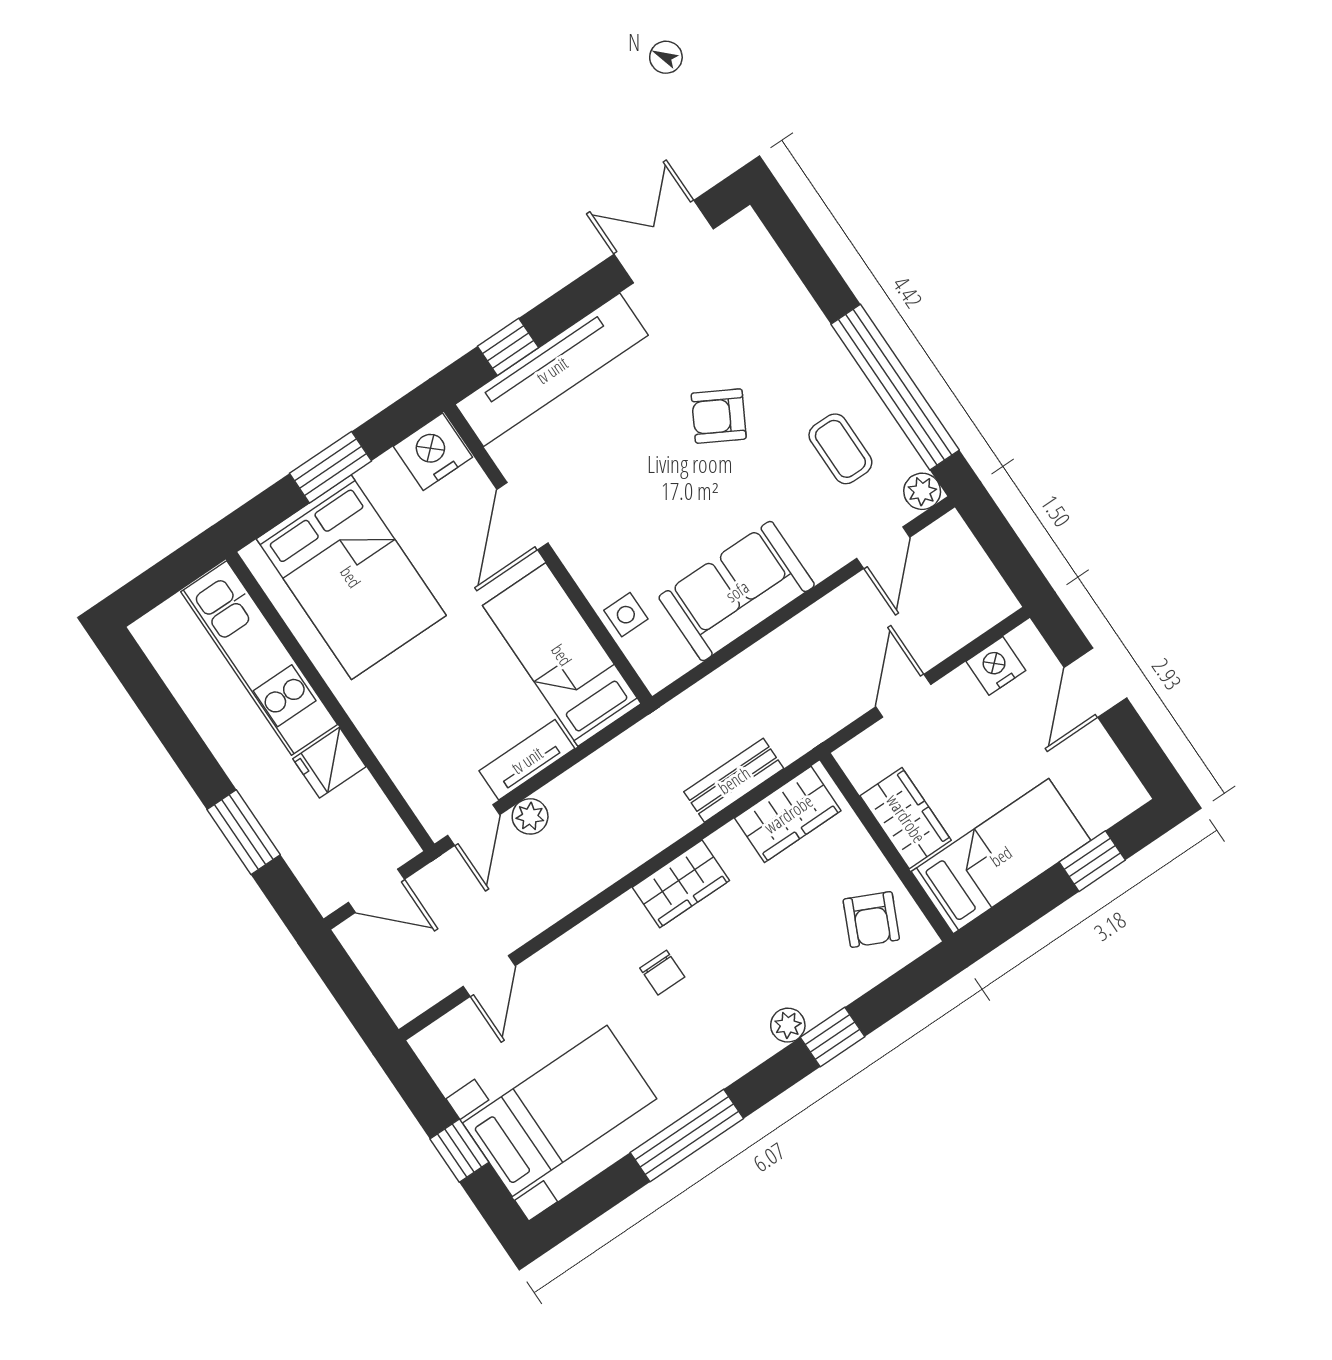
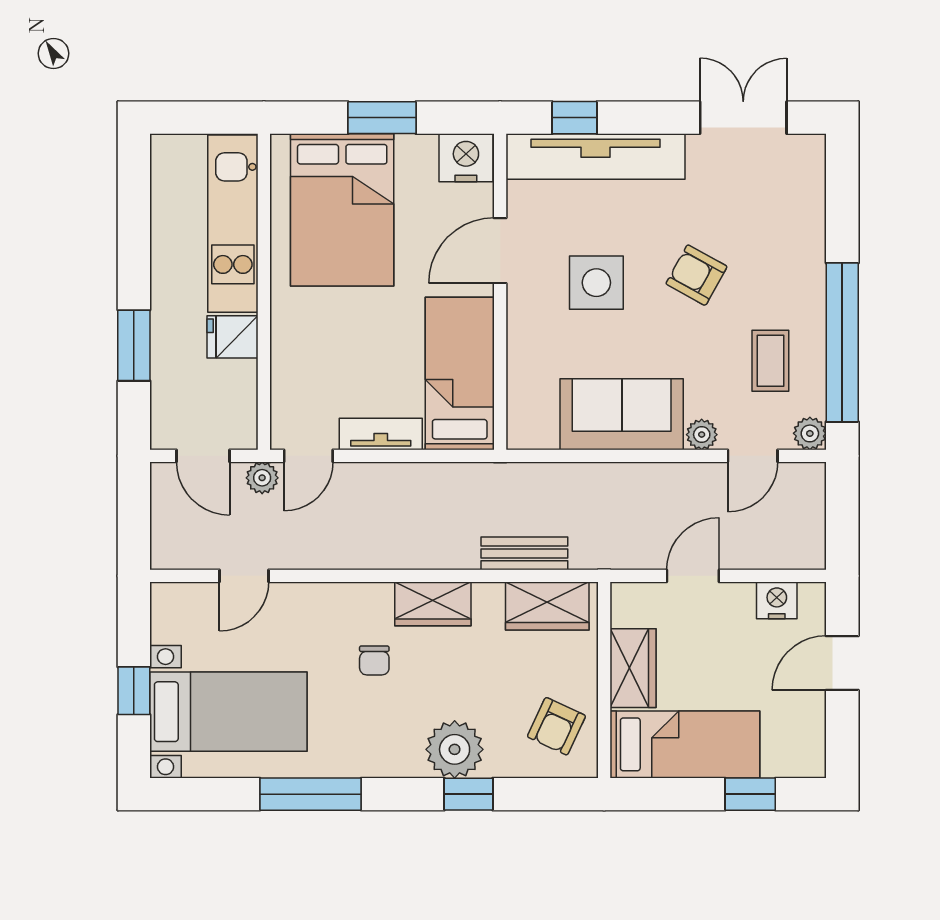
plant: (823, 560) -> (702, 435), added
side table: (626, 615) -> (596, 283), moved, width x1.87, depth x1.87
plant: (530, 816) -> (262, 478), moved
plant: (788, 1025) -> (455, 749), width x1.88, depth x1.88

